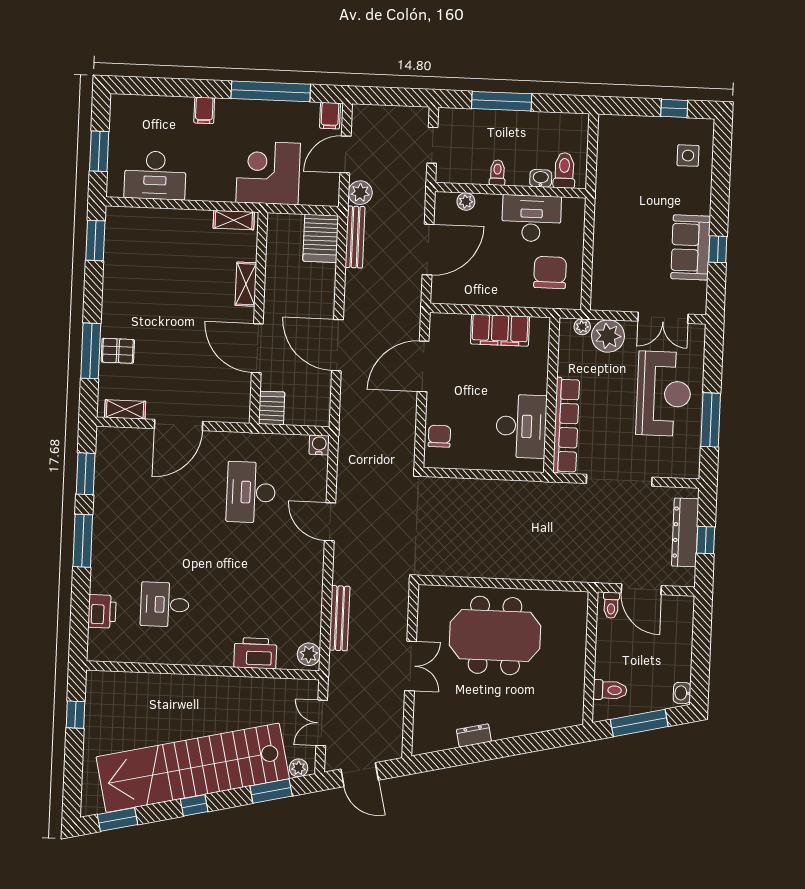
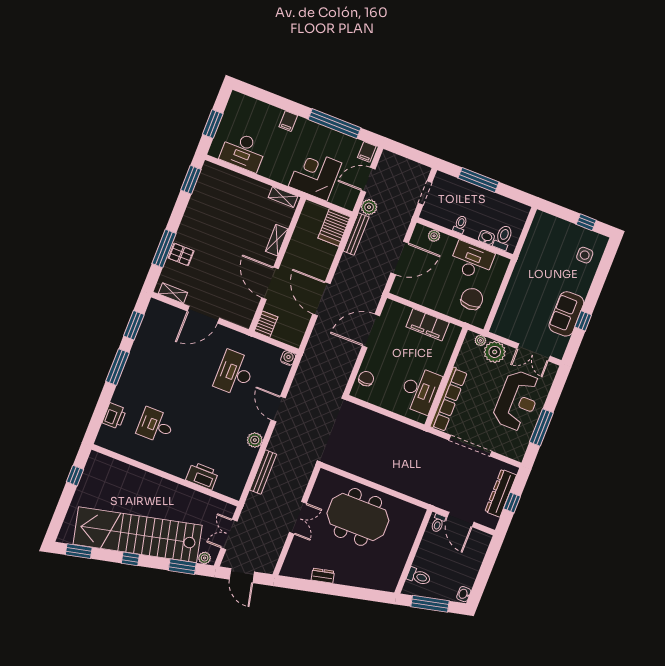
plant: (309, 654) -> (255, 440), moved

